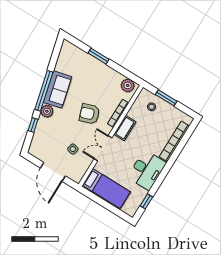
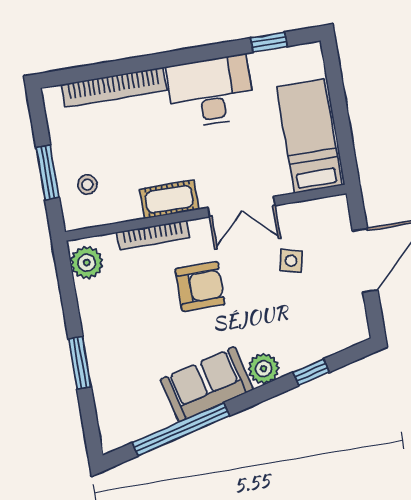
window: (44, 91) -> (181, 429), moved
armchair: (90, 114) -> (200, 287), turned -71

